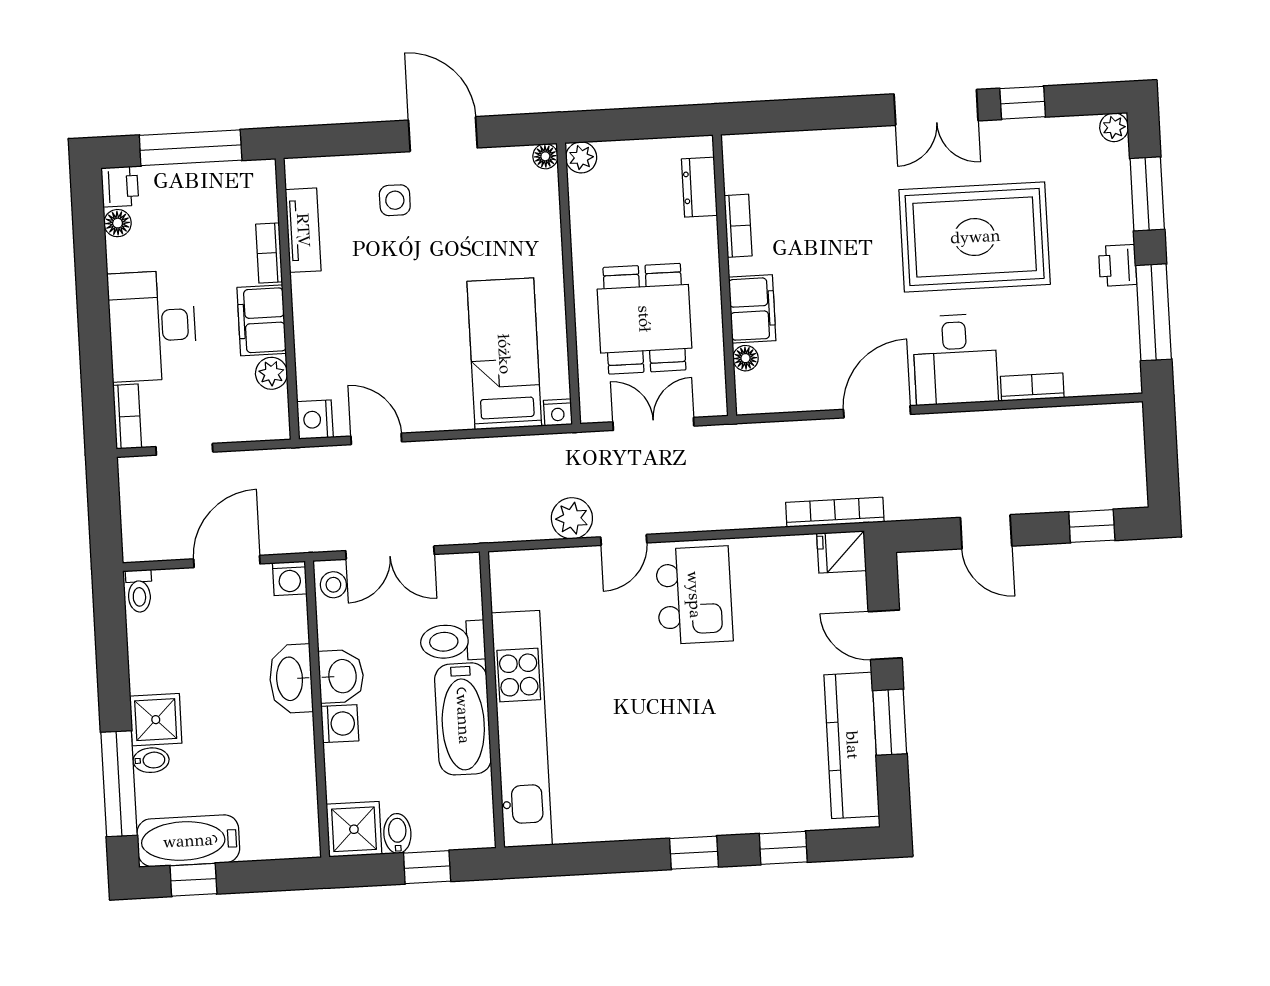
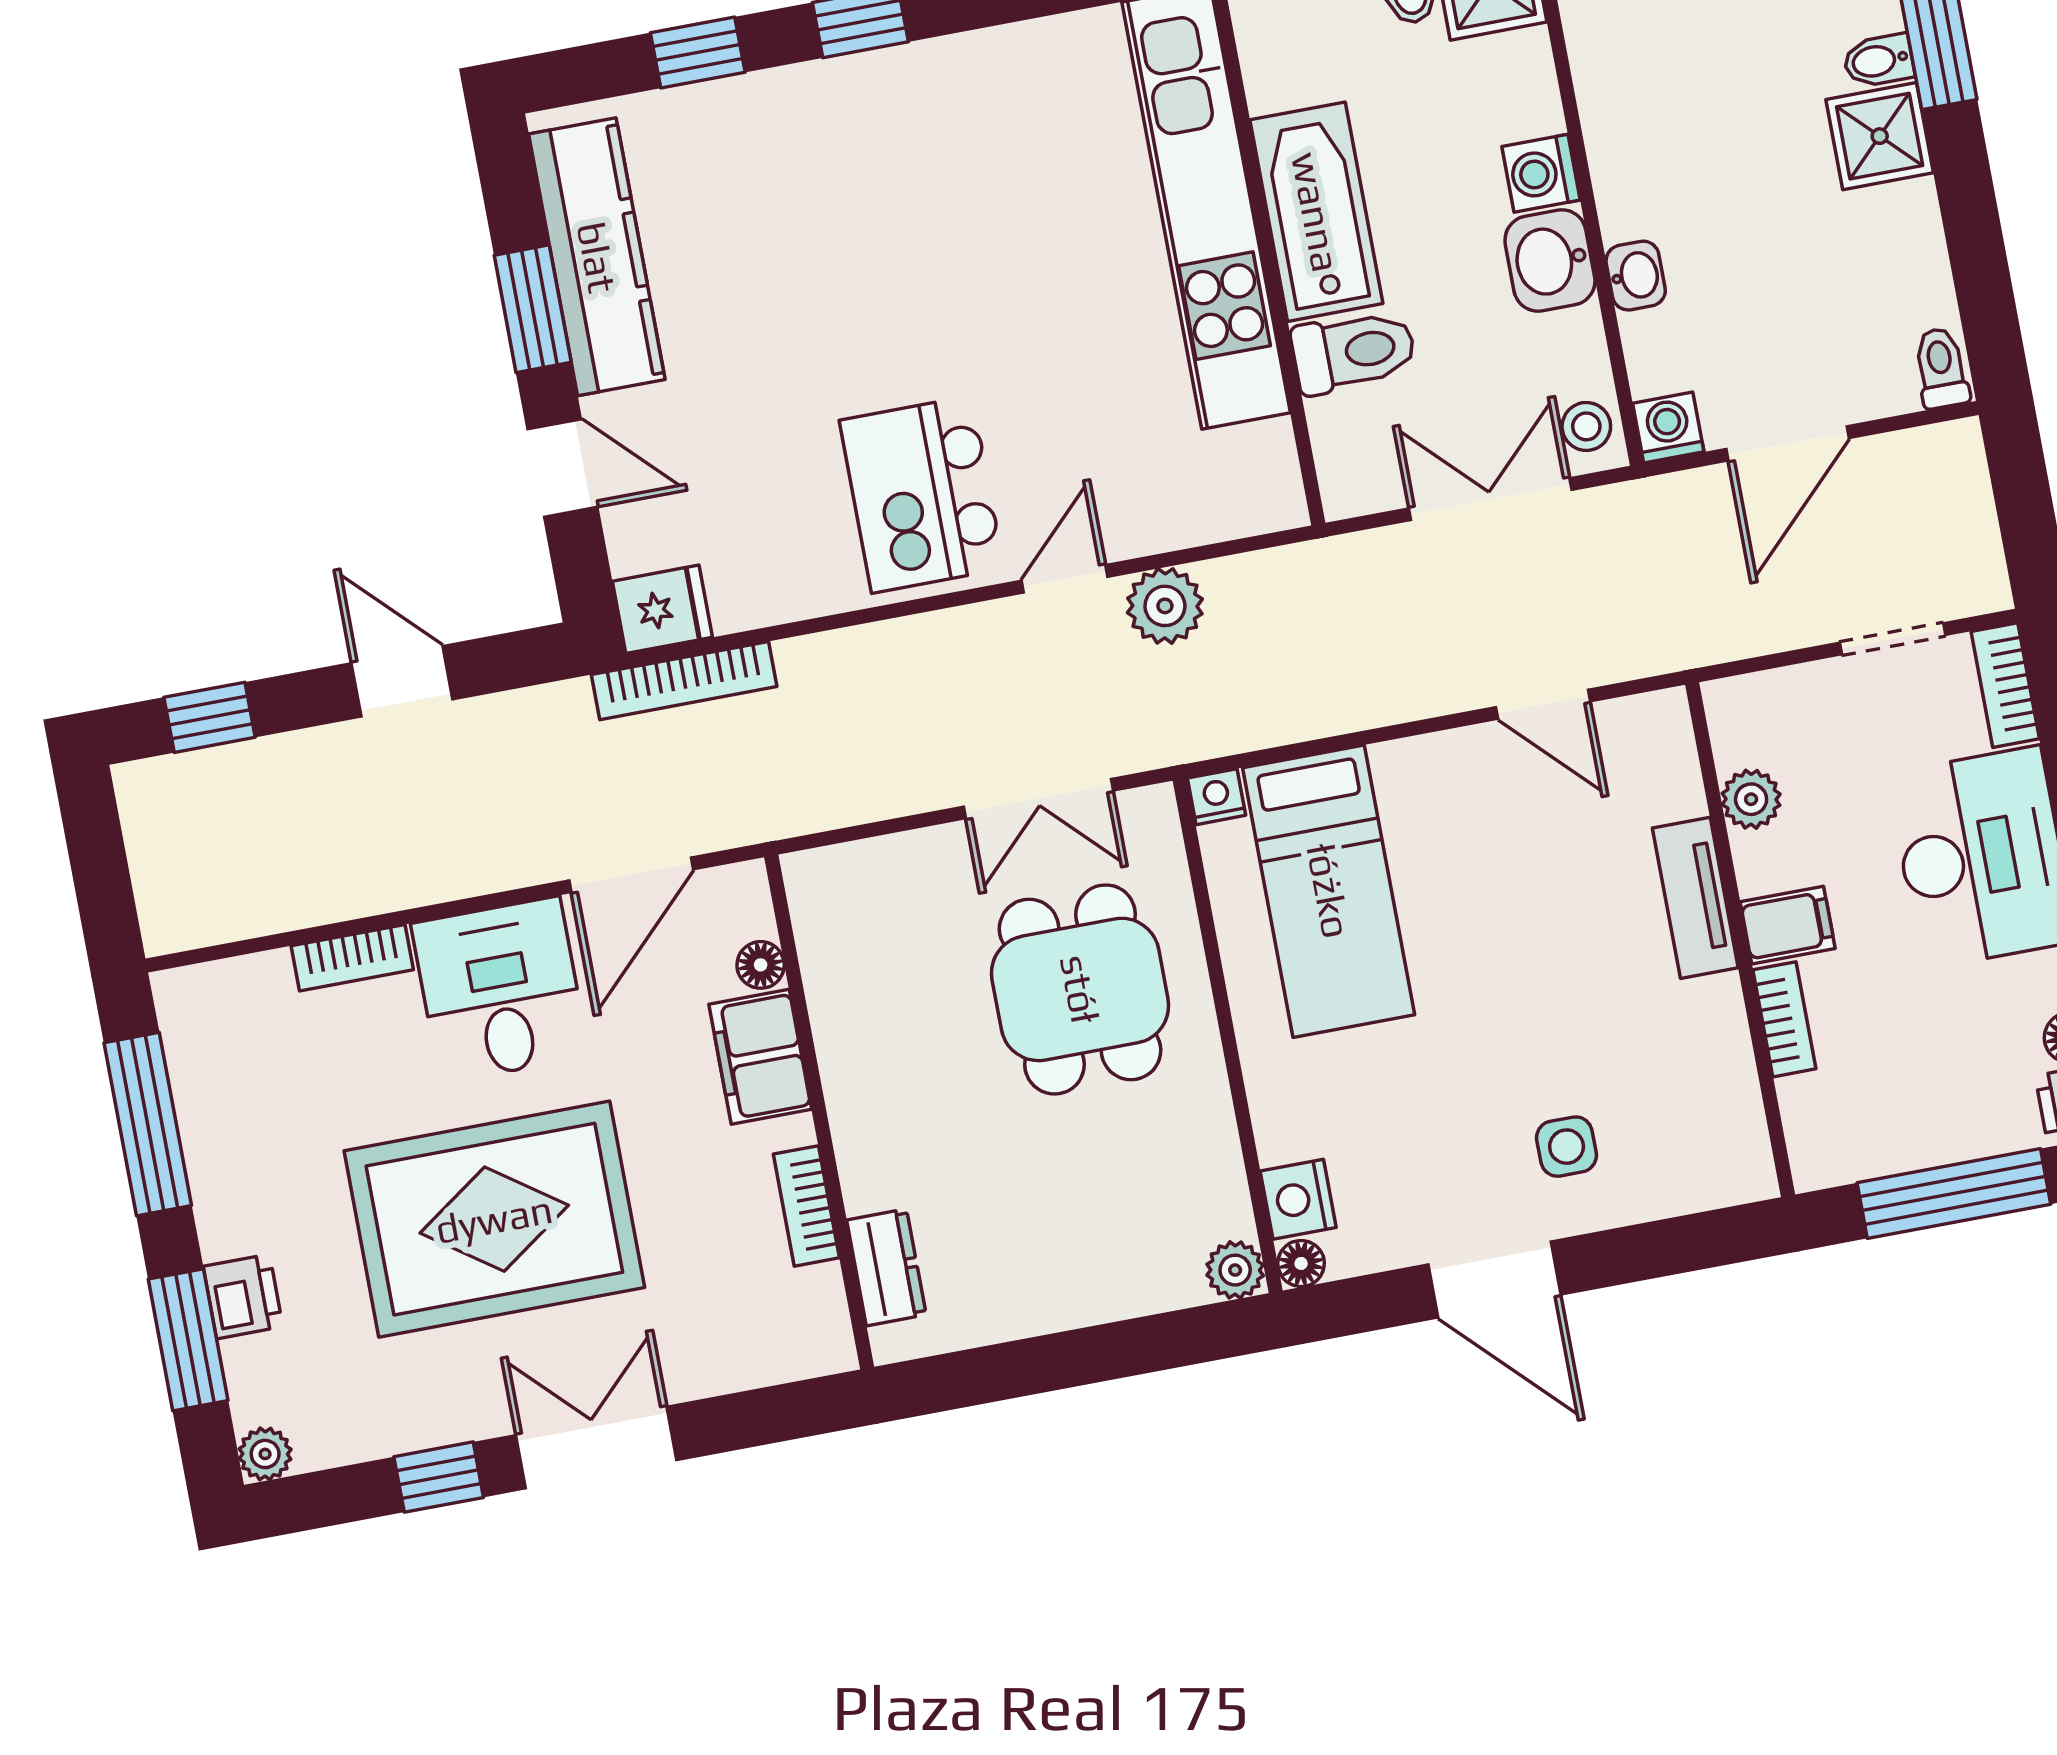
dresser: (699, 187) -> (886, 1267), moved
bookcase: (738, 226) -> (806, 1206), moved
tv unit: (303, 230) -> (1695, 898), moved
printer: (1118, 265) -> (243, 1296), moved
wall: (724, 275) -> (819, 1112), moved
filing cabinet: (752, 309) -> (760, 1057), moved
filing cabinet: (262, 320) -> (1788, 925), width x0.50
floor lamp: (745, 358) -> (761, 965), moved
nightstand: (315, 420) -> (1298, 1199), moved, turned 180
washbasin: (291, 679) -> (1636, 276), width x0.52, depth x0.69

